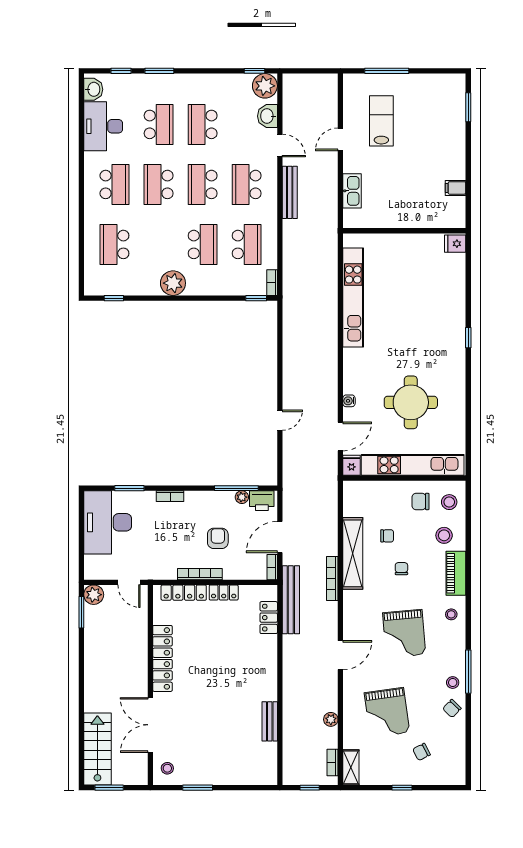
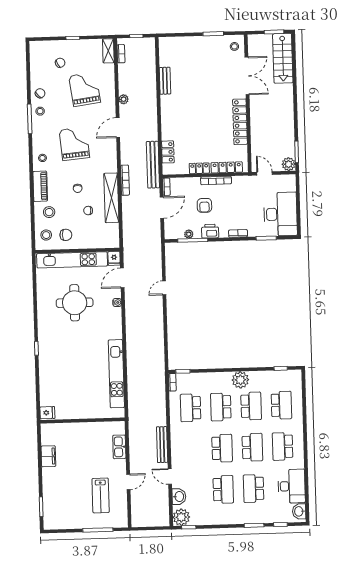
school desk: (247, 184) -> (251, 406), moved
filing cabinet: (456, 188) -> (48, 456), width x2.00
printer: (262, 501) -> (210, 231), moved
plant: (331, 719) -> (124, 99), moved

